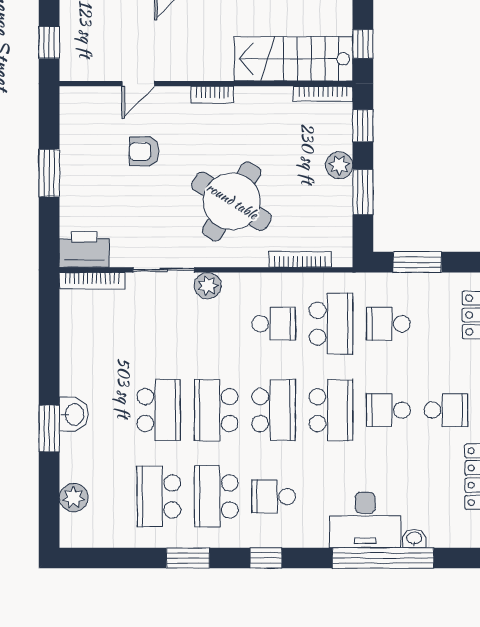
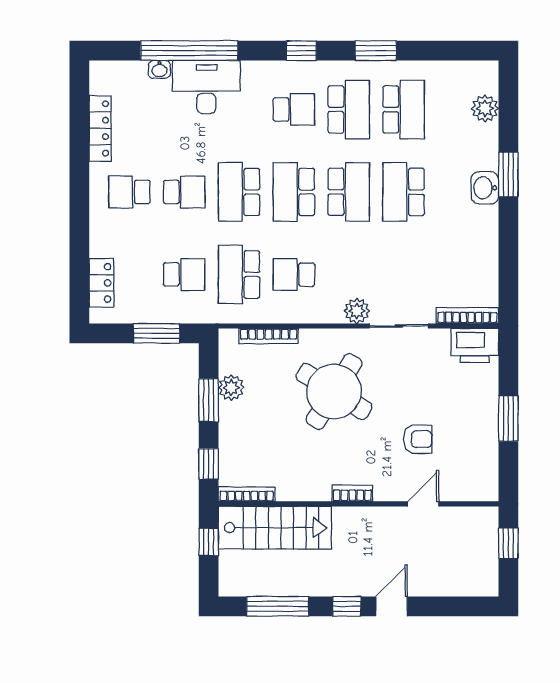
plant: (339, 165) -> (231, 388), moved

